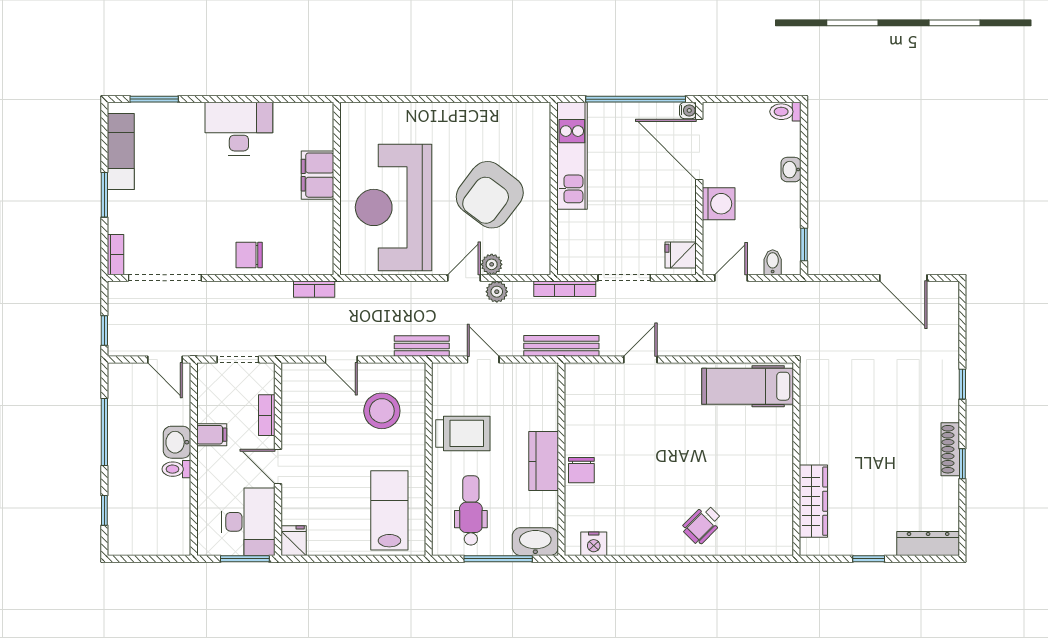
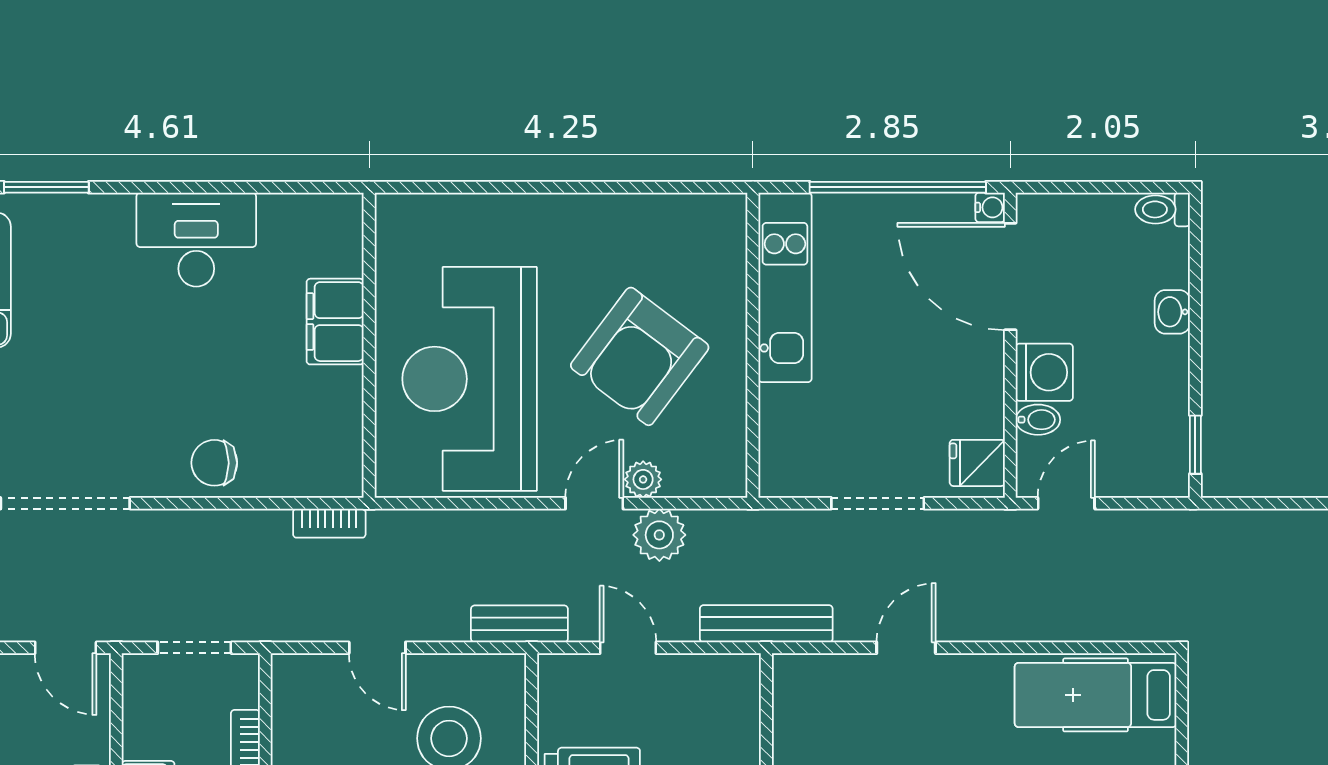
bidet: (773, 262) -> (1038, 420), moved, turned 90
bookcase: (565, 289) -> (772, 523), removed
plant: (497, 292) -> (659, 535), width x1.38, depth x1.38

